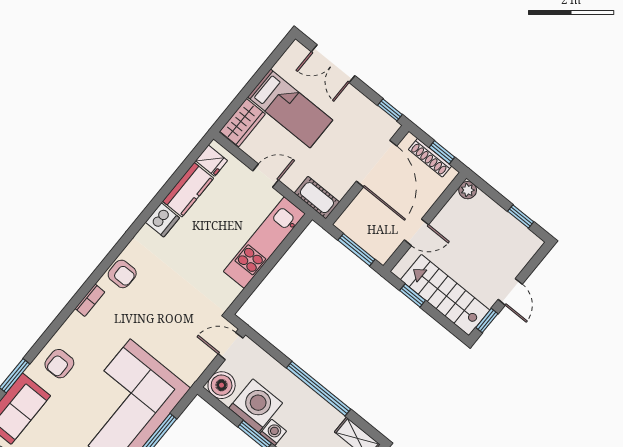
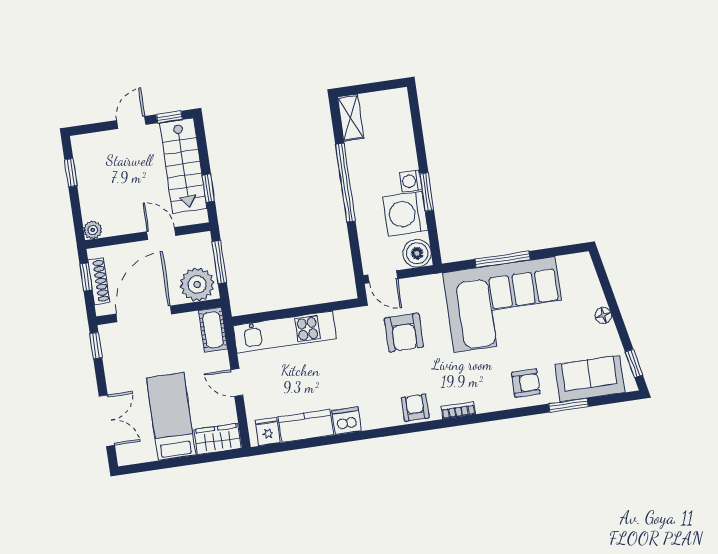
plant: (358, 219) -> (197, 285), added
armchair: (179, 320) -> (404, 333), added

